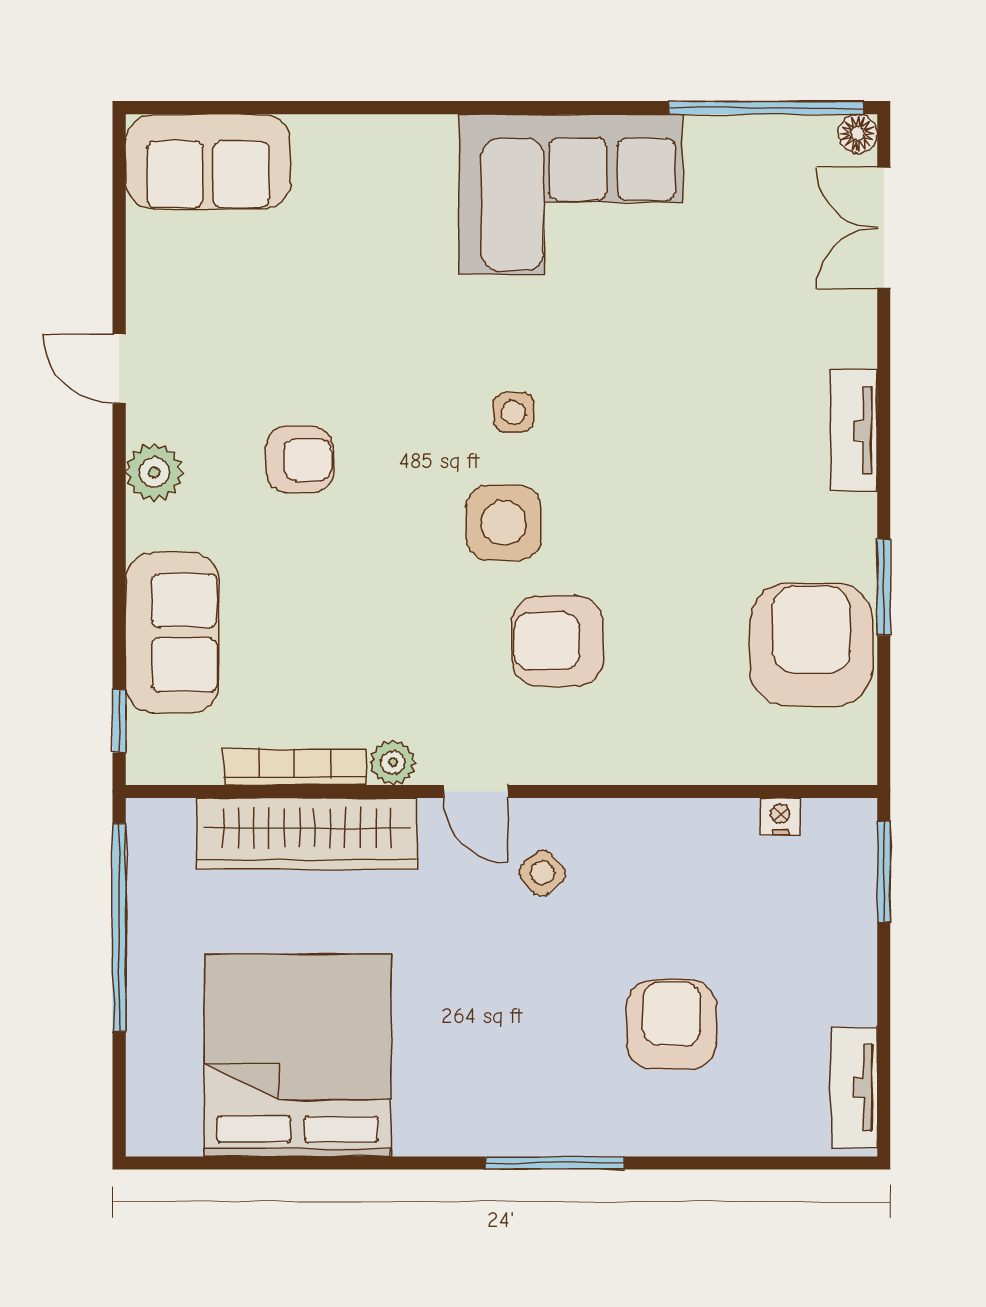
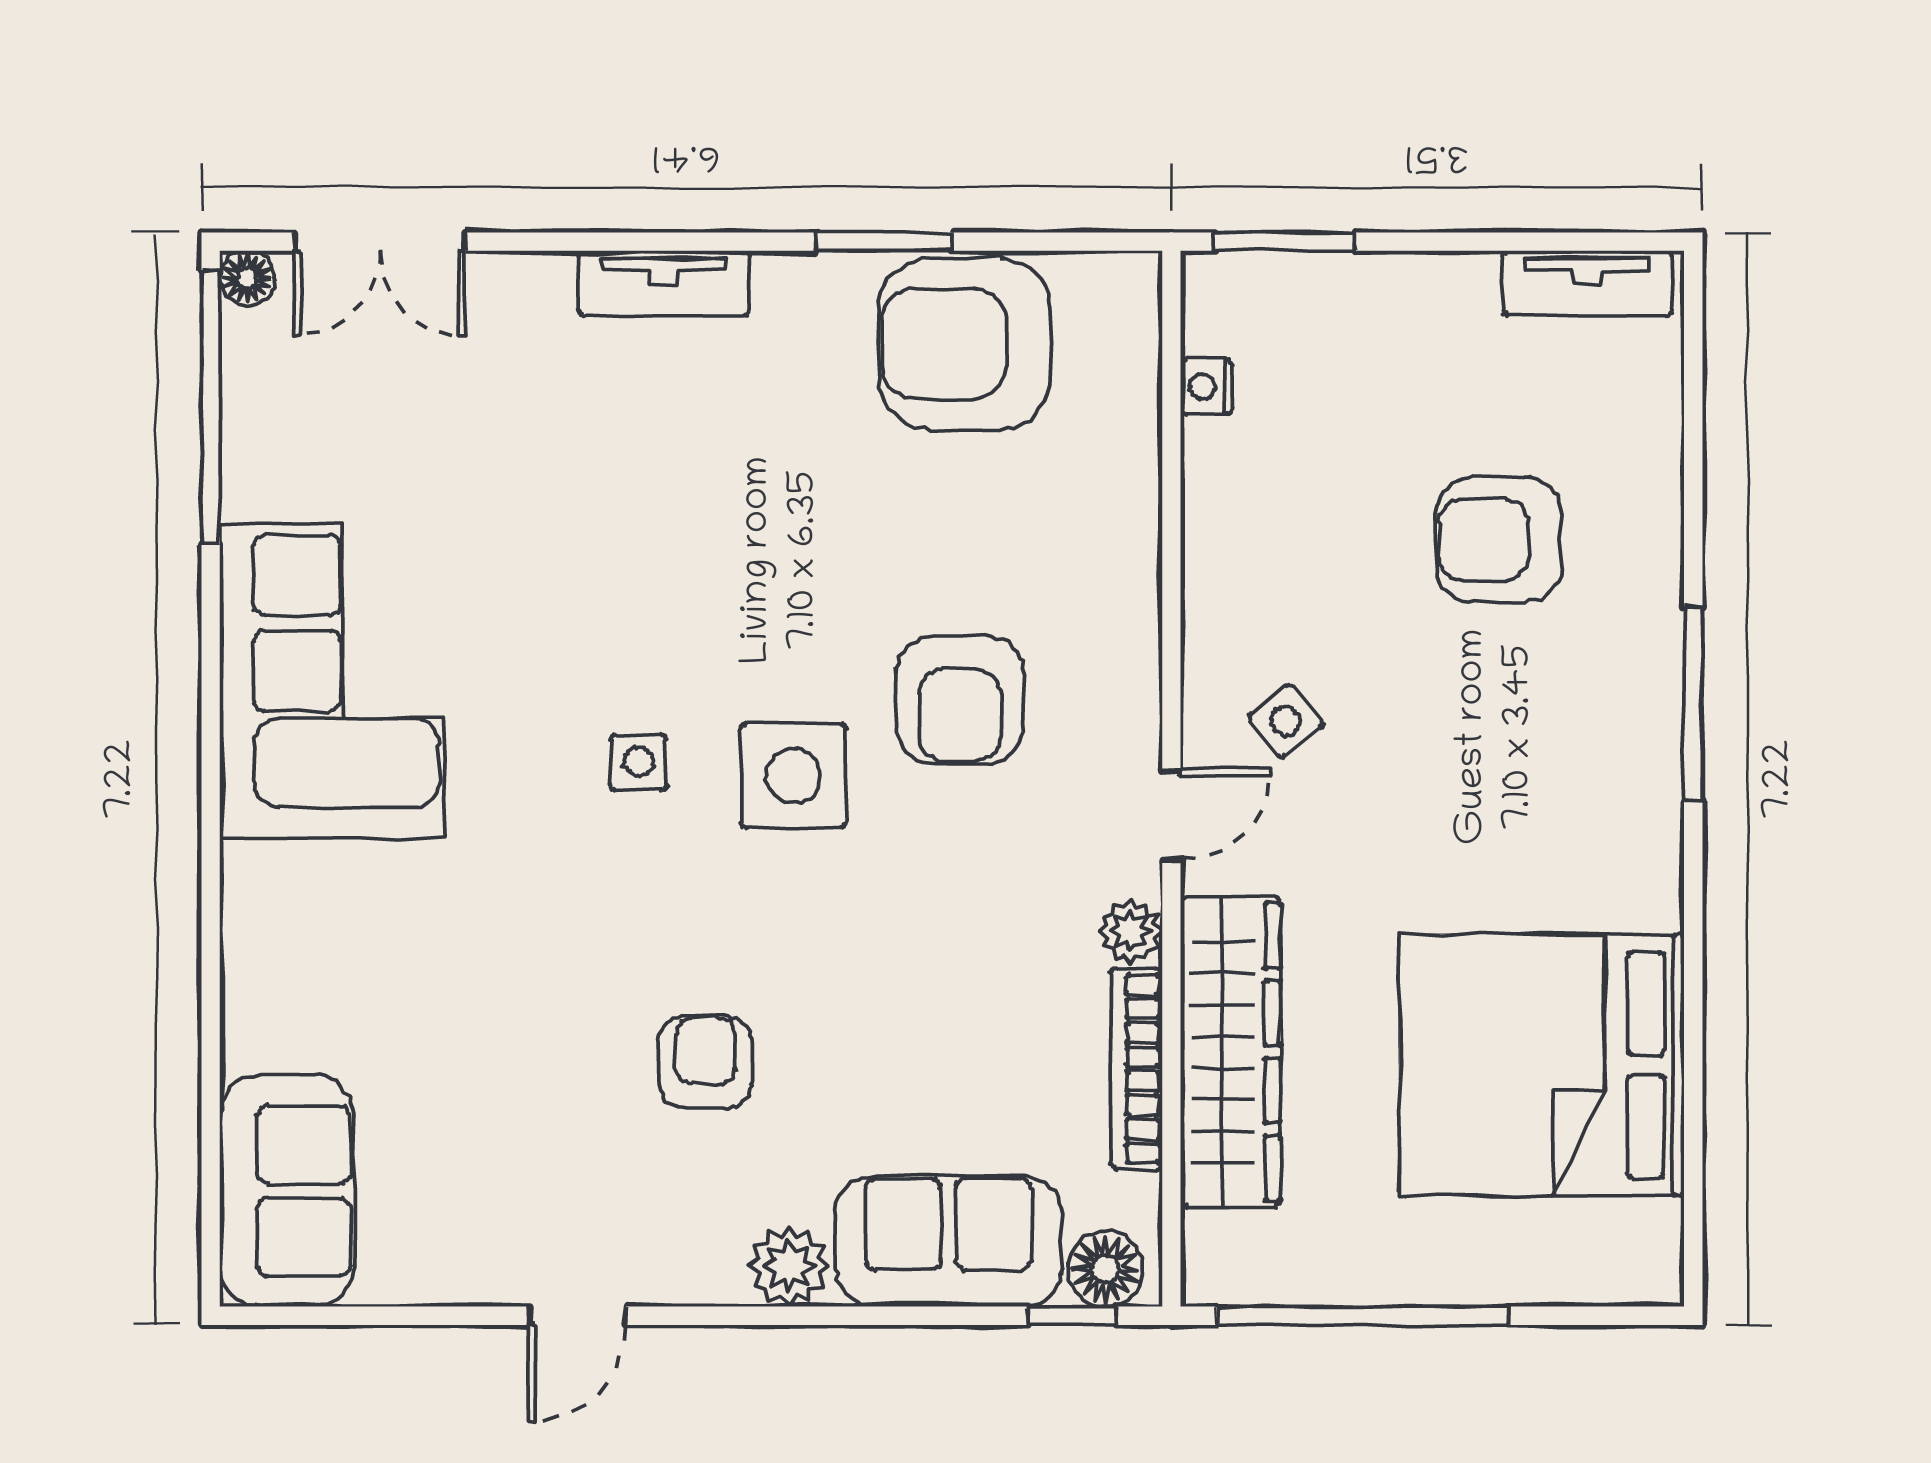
plant: (154, 472) -> (789, 1266), moved
floor lamp: (153, 745) -> (1106, 1269), added

